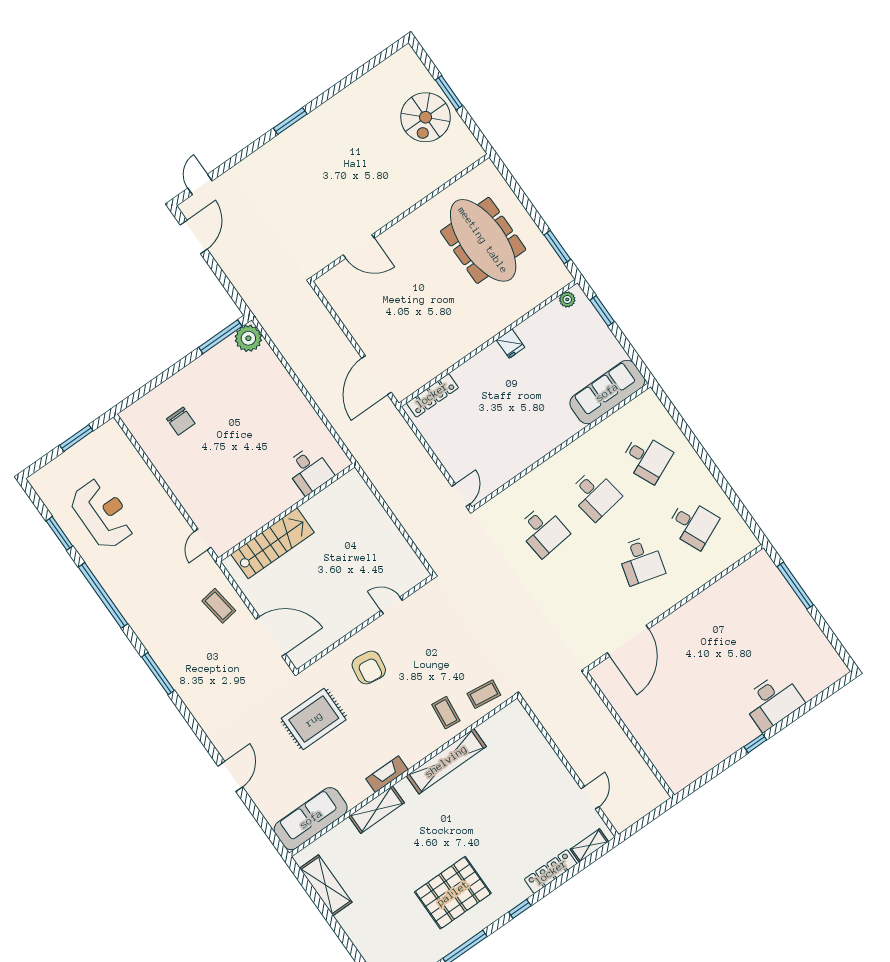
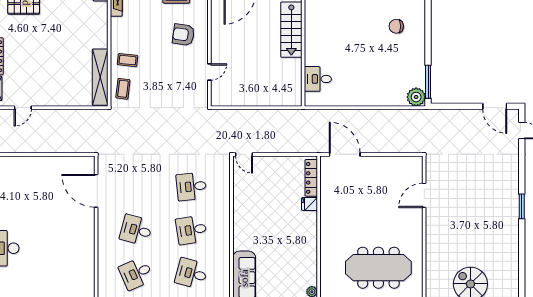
fridge: (511, 344) -> (310, 204), moved
desk: (646, 458) -> (191, 273), turned 39
shelving: (446, 761) -> (100, 77), moved
door: (590, 798) -> (23, 108), hinge flipped

